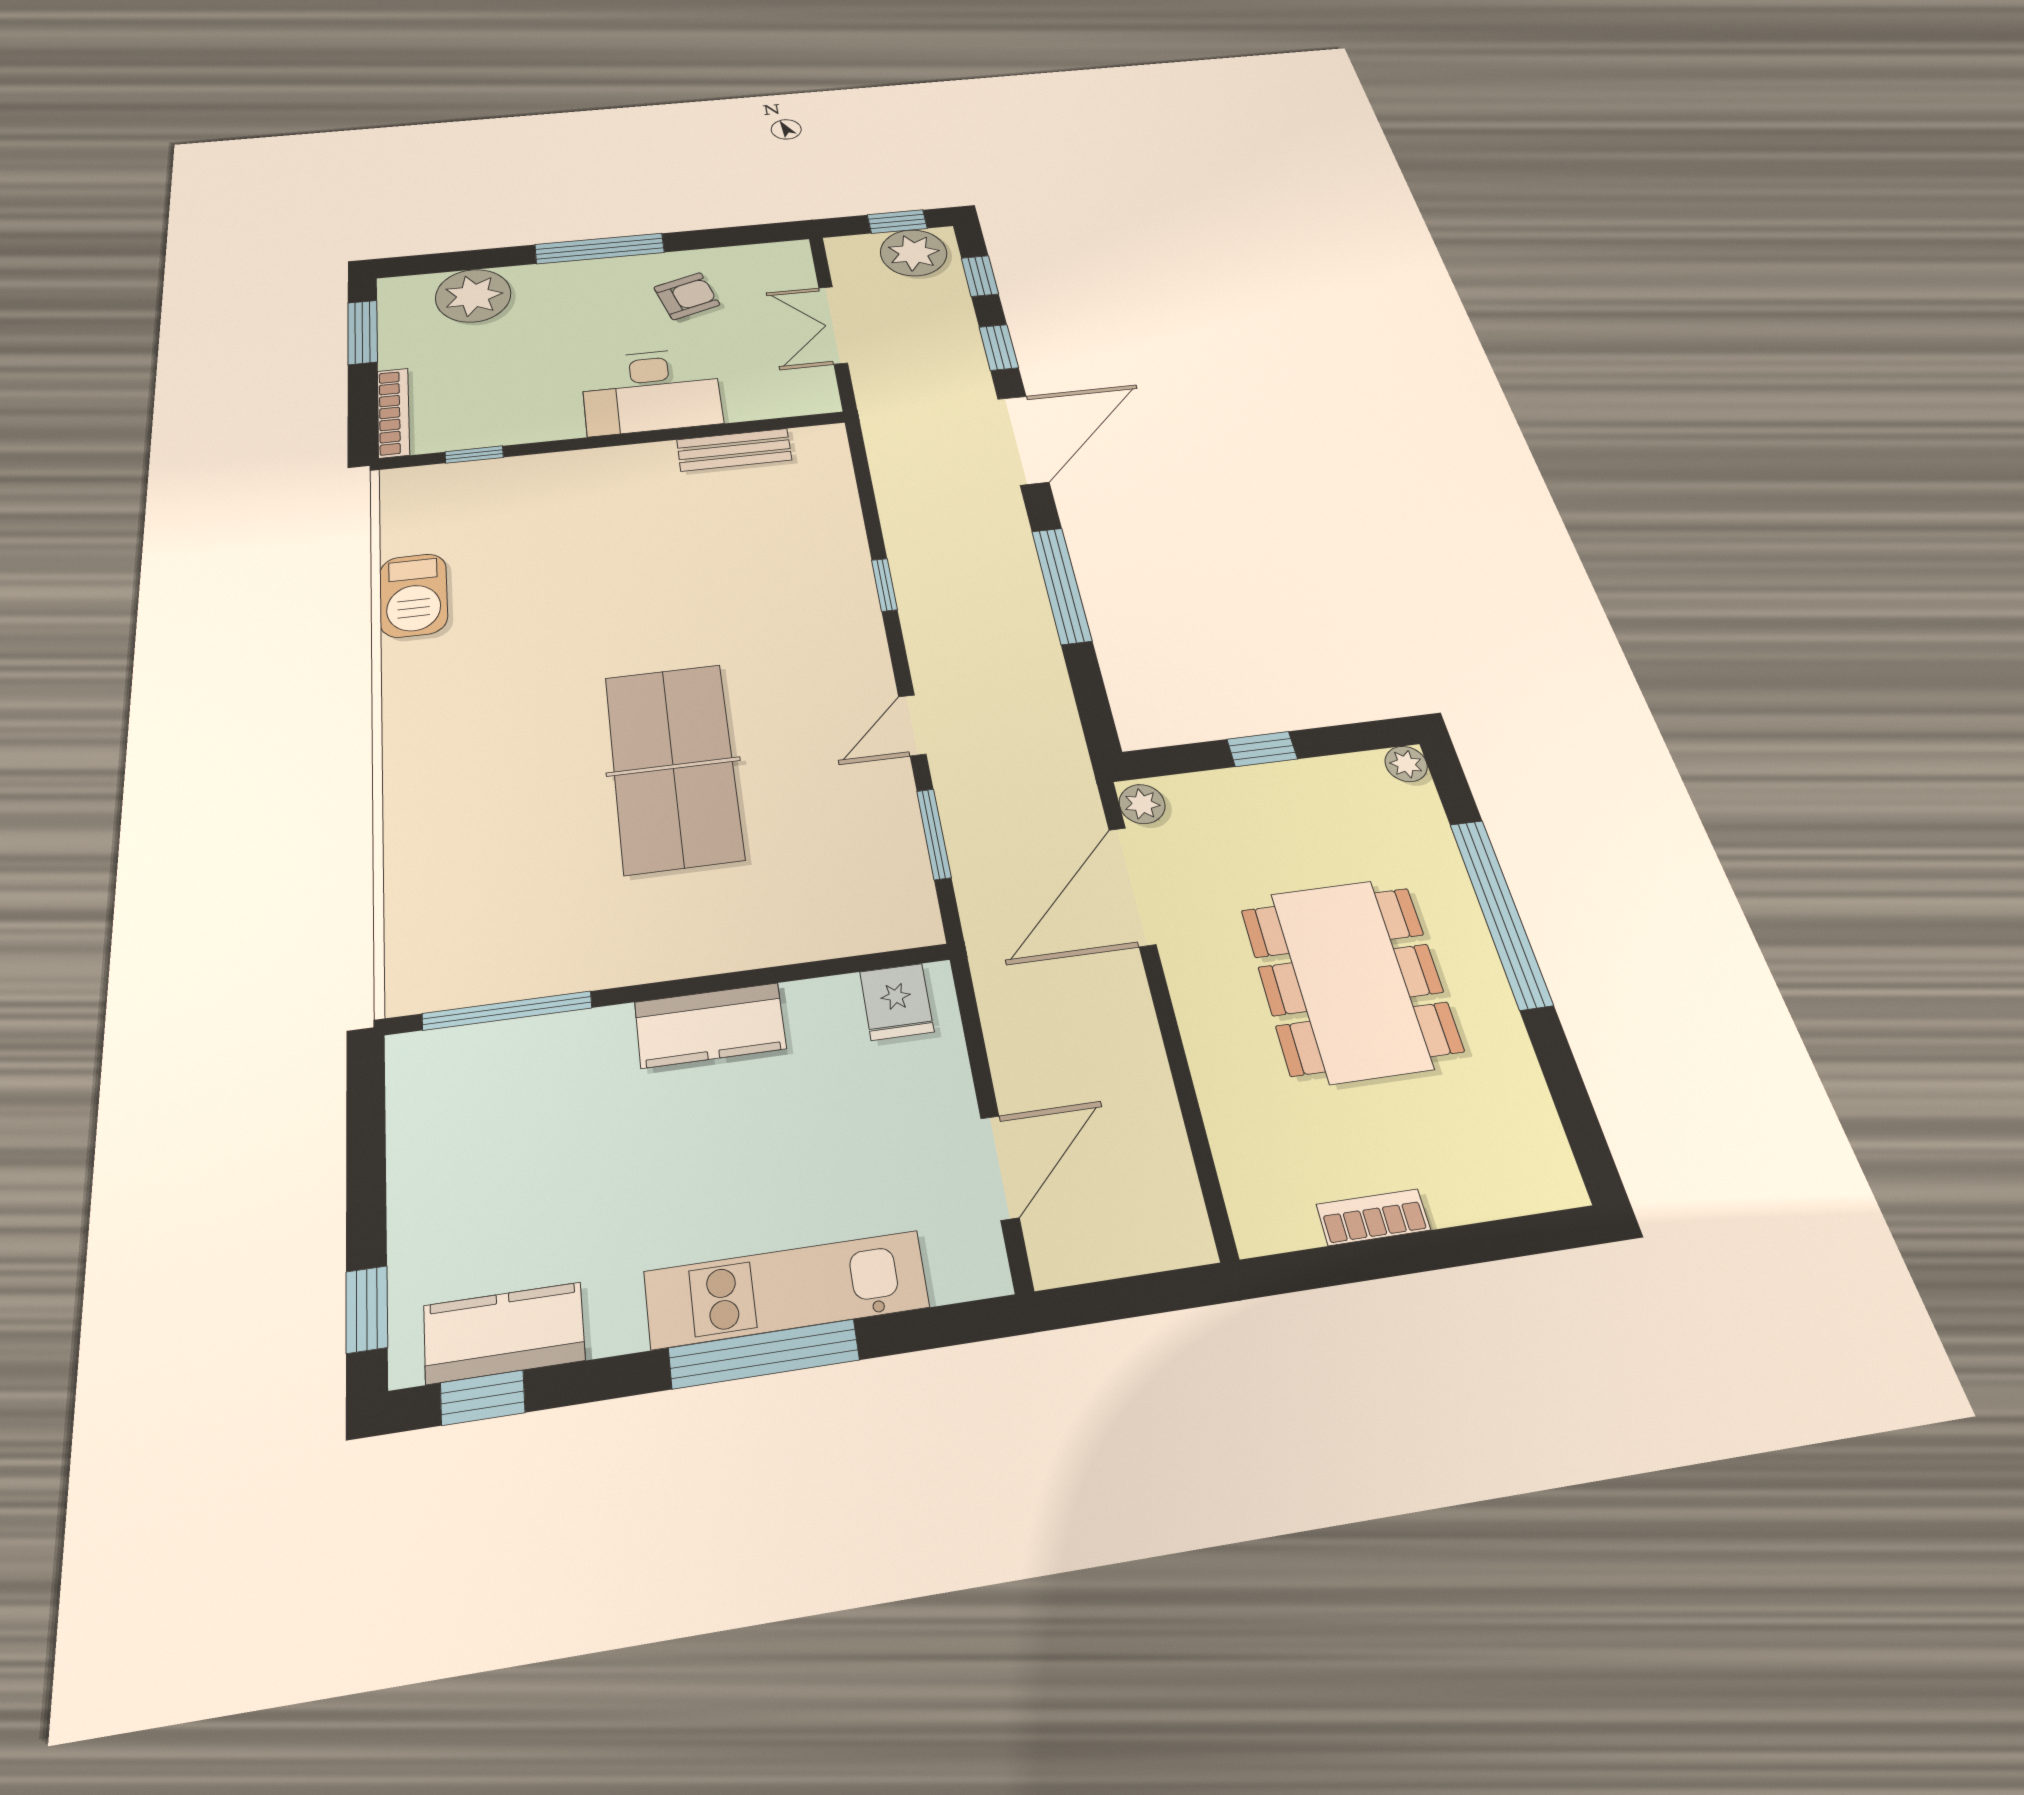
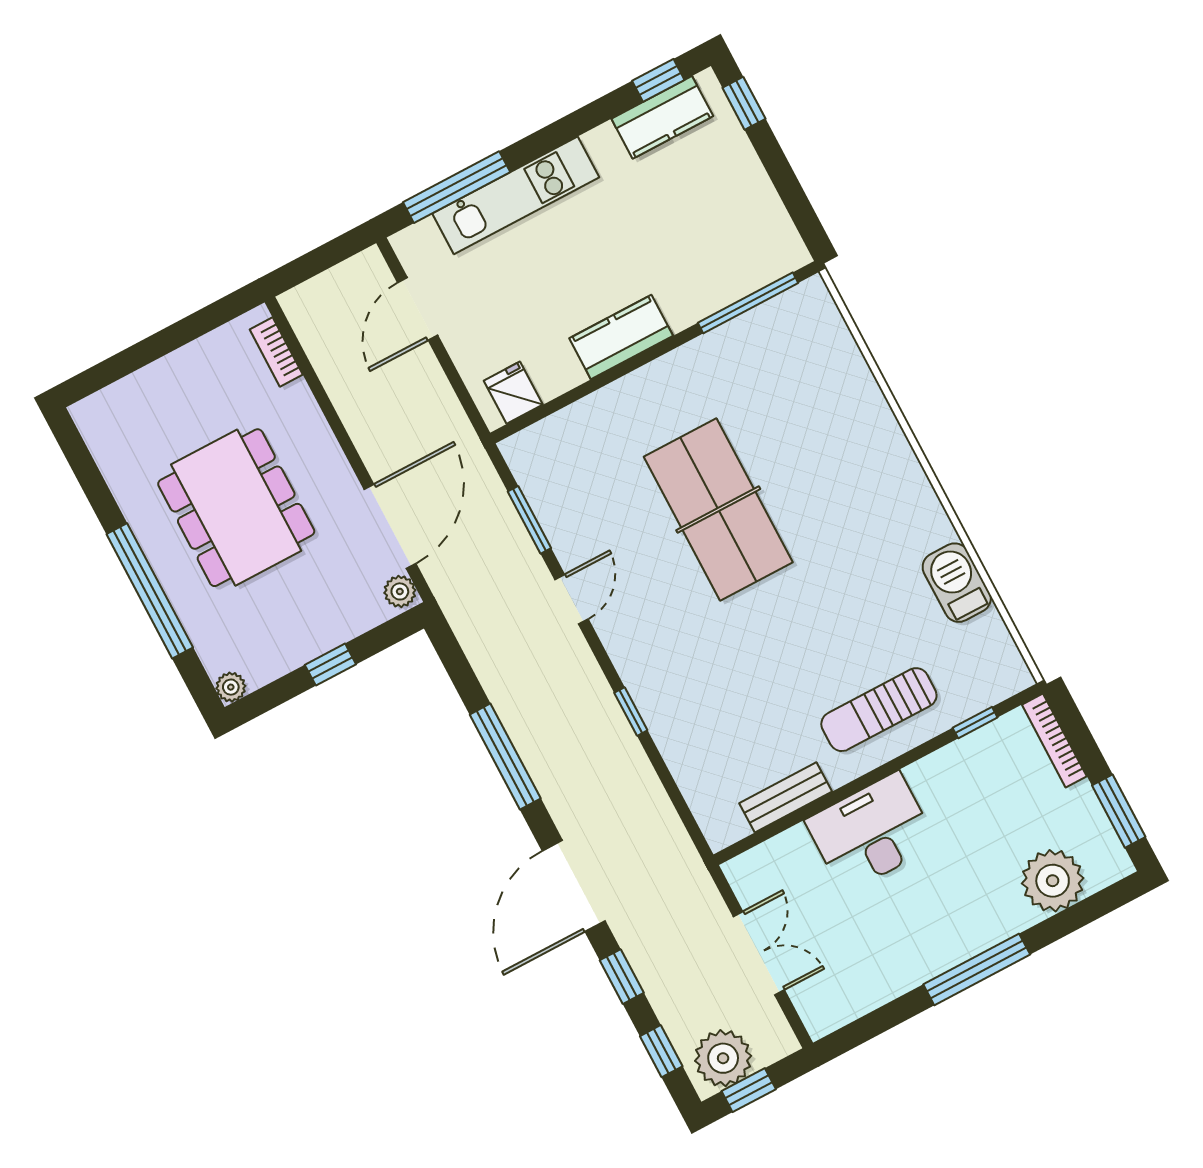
armchair: (687, 296) -> (885, 942), removed
sun lounger: (580, 499) -> (879, 710), added
bookcase: (1373, 1217) -> (276, 352), moved, turned 90
window: (764, 1354) -> (457, 187), moved

